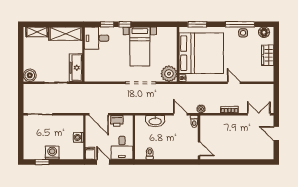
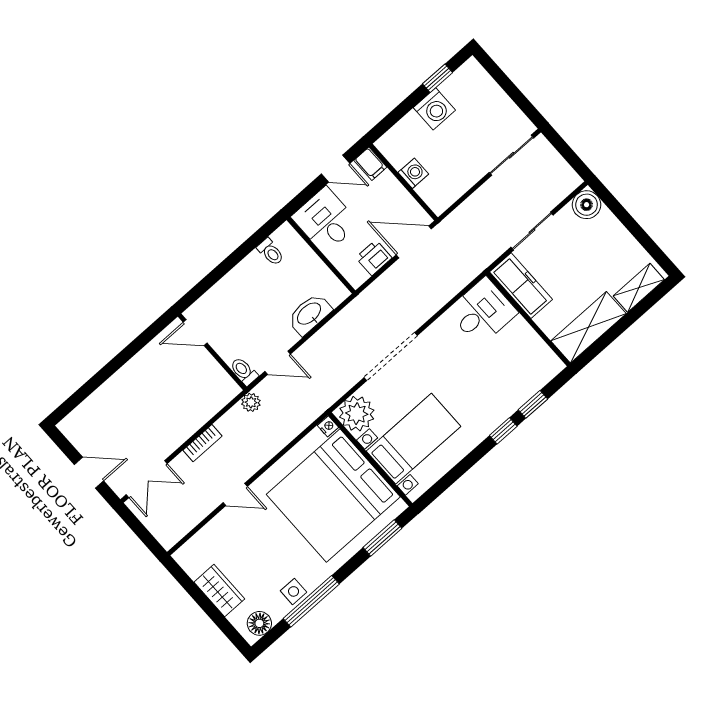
desk: (96, 38) -> (482, 312), moved
bed with nightstands: (140, 47) -> (414, 439), moved, turned 90

